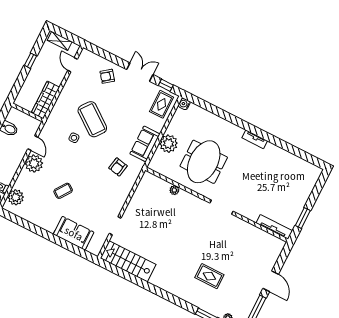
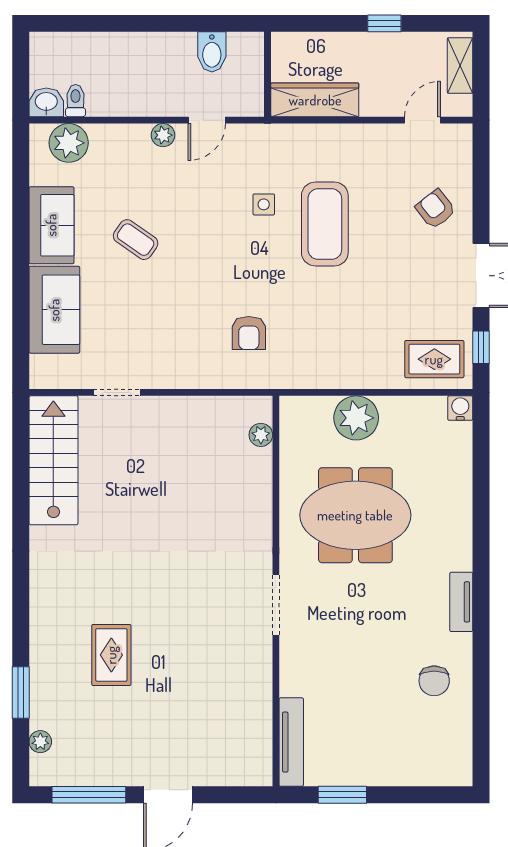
coffee table: (92, 119) -> (325, 224), turned -37
sofa: (145, 144) -> (51, 225), moved, turned 90
plant: (34, 164) -> (163, 135), width x0.53, depth x0.53
chair: (278, 164) -> (434, 681), added
armchair: (118, 167) -> (249, 333), turned -101
plant: (174, 190) -> (261, 435), moved

